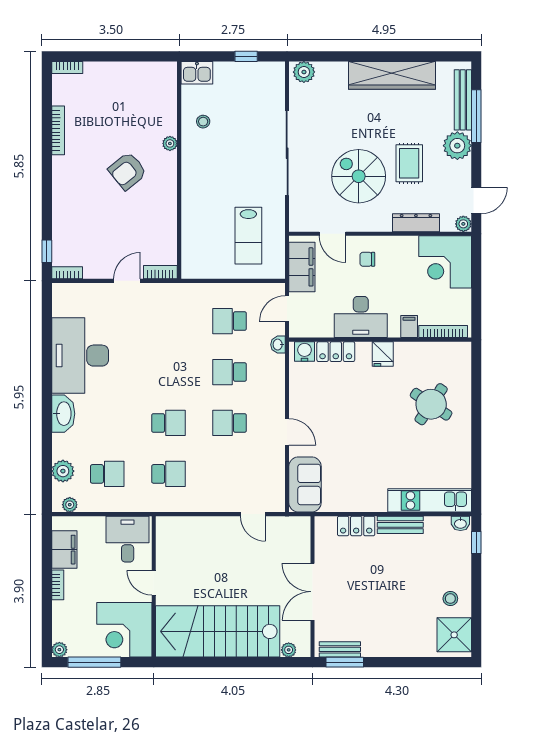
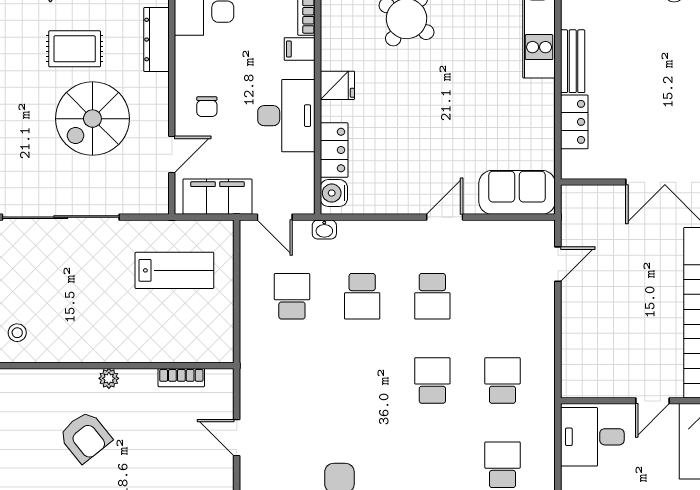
plant: (170, 143) -> (109, 378), moved
bookcase: (160, 272) -> (181, 378), moved, turned -90
school desk: (230, 321) -> (292, 296), turned 180

